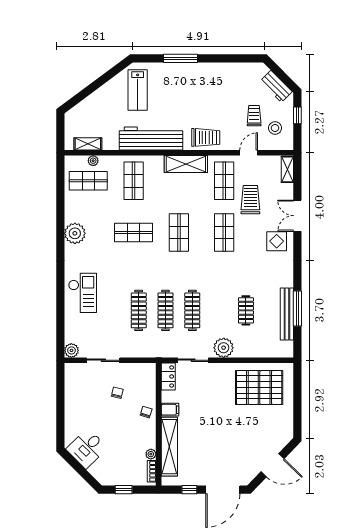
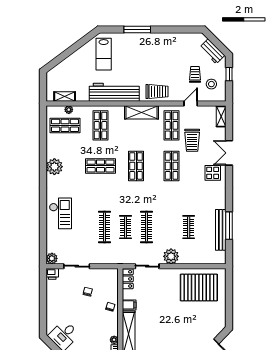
trolley: (250, 200) -> (192, 140), turned 180
clothes rail: (165, 310) -> (126, 227), width x0.73
printer: (72, 370) -> (52, 274), added

